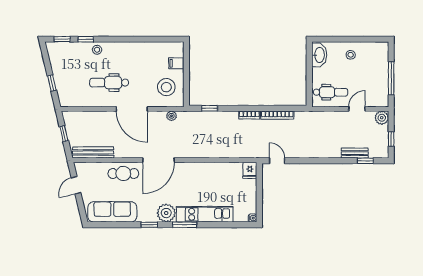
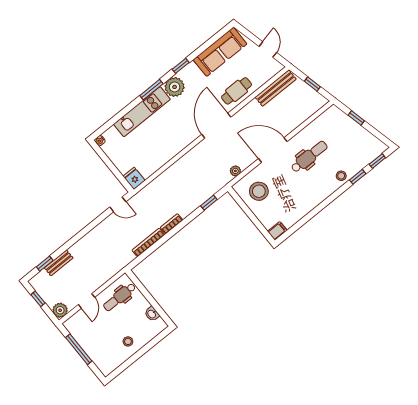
washbasin: (319, 55) -> (152, 314), width x0.52, depth x0.69
filing cabinet: (176, 63) -> (277, 231), moved

